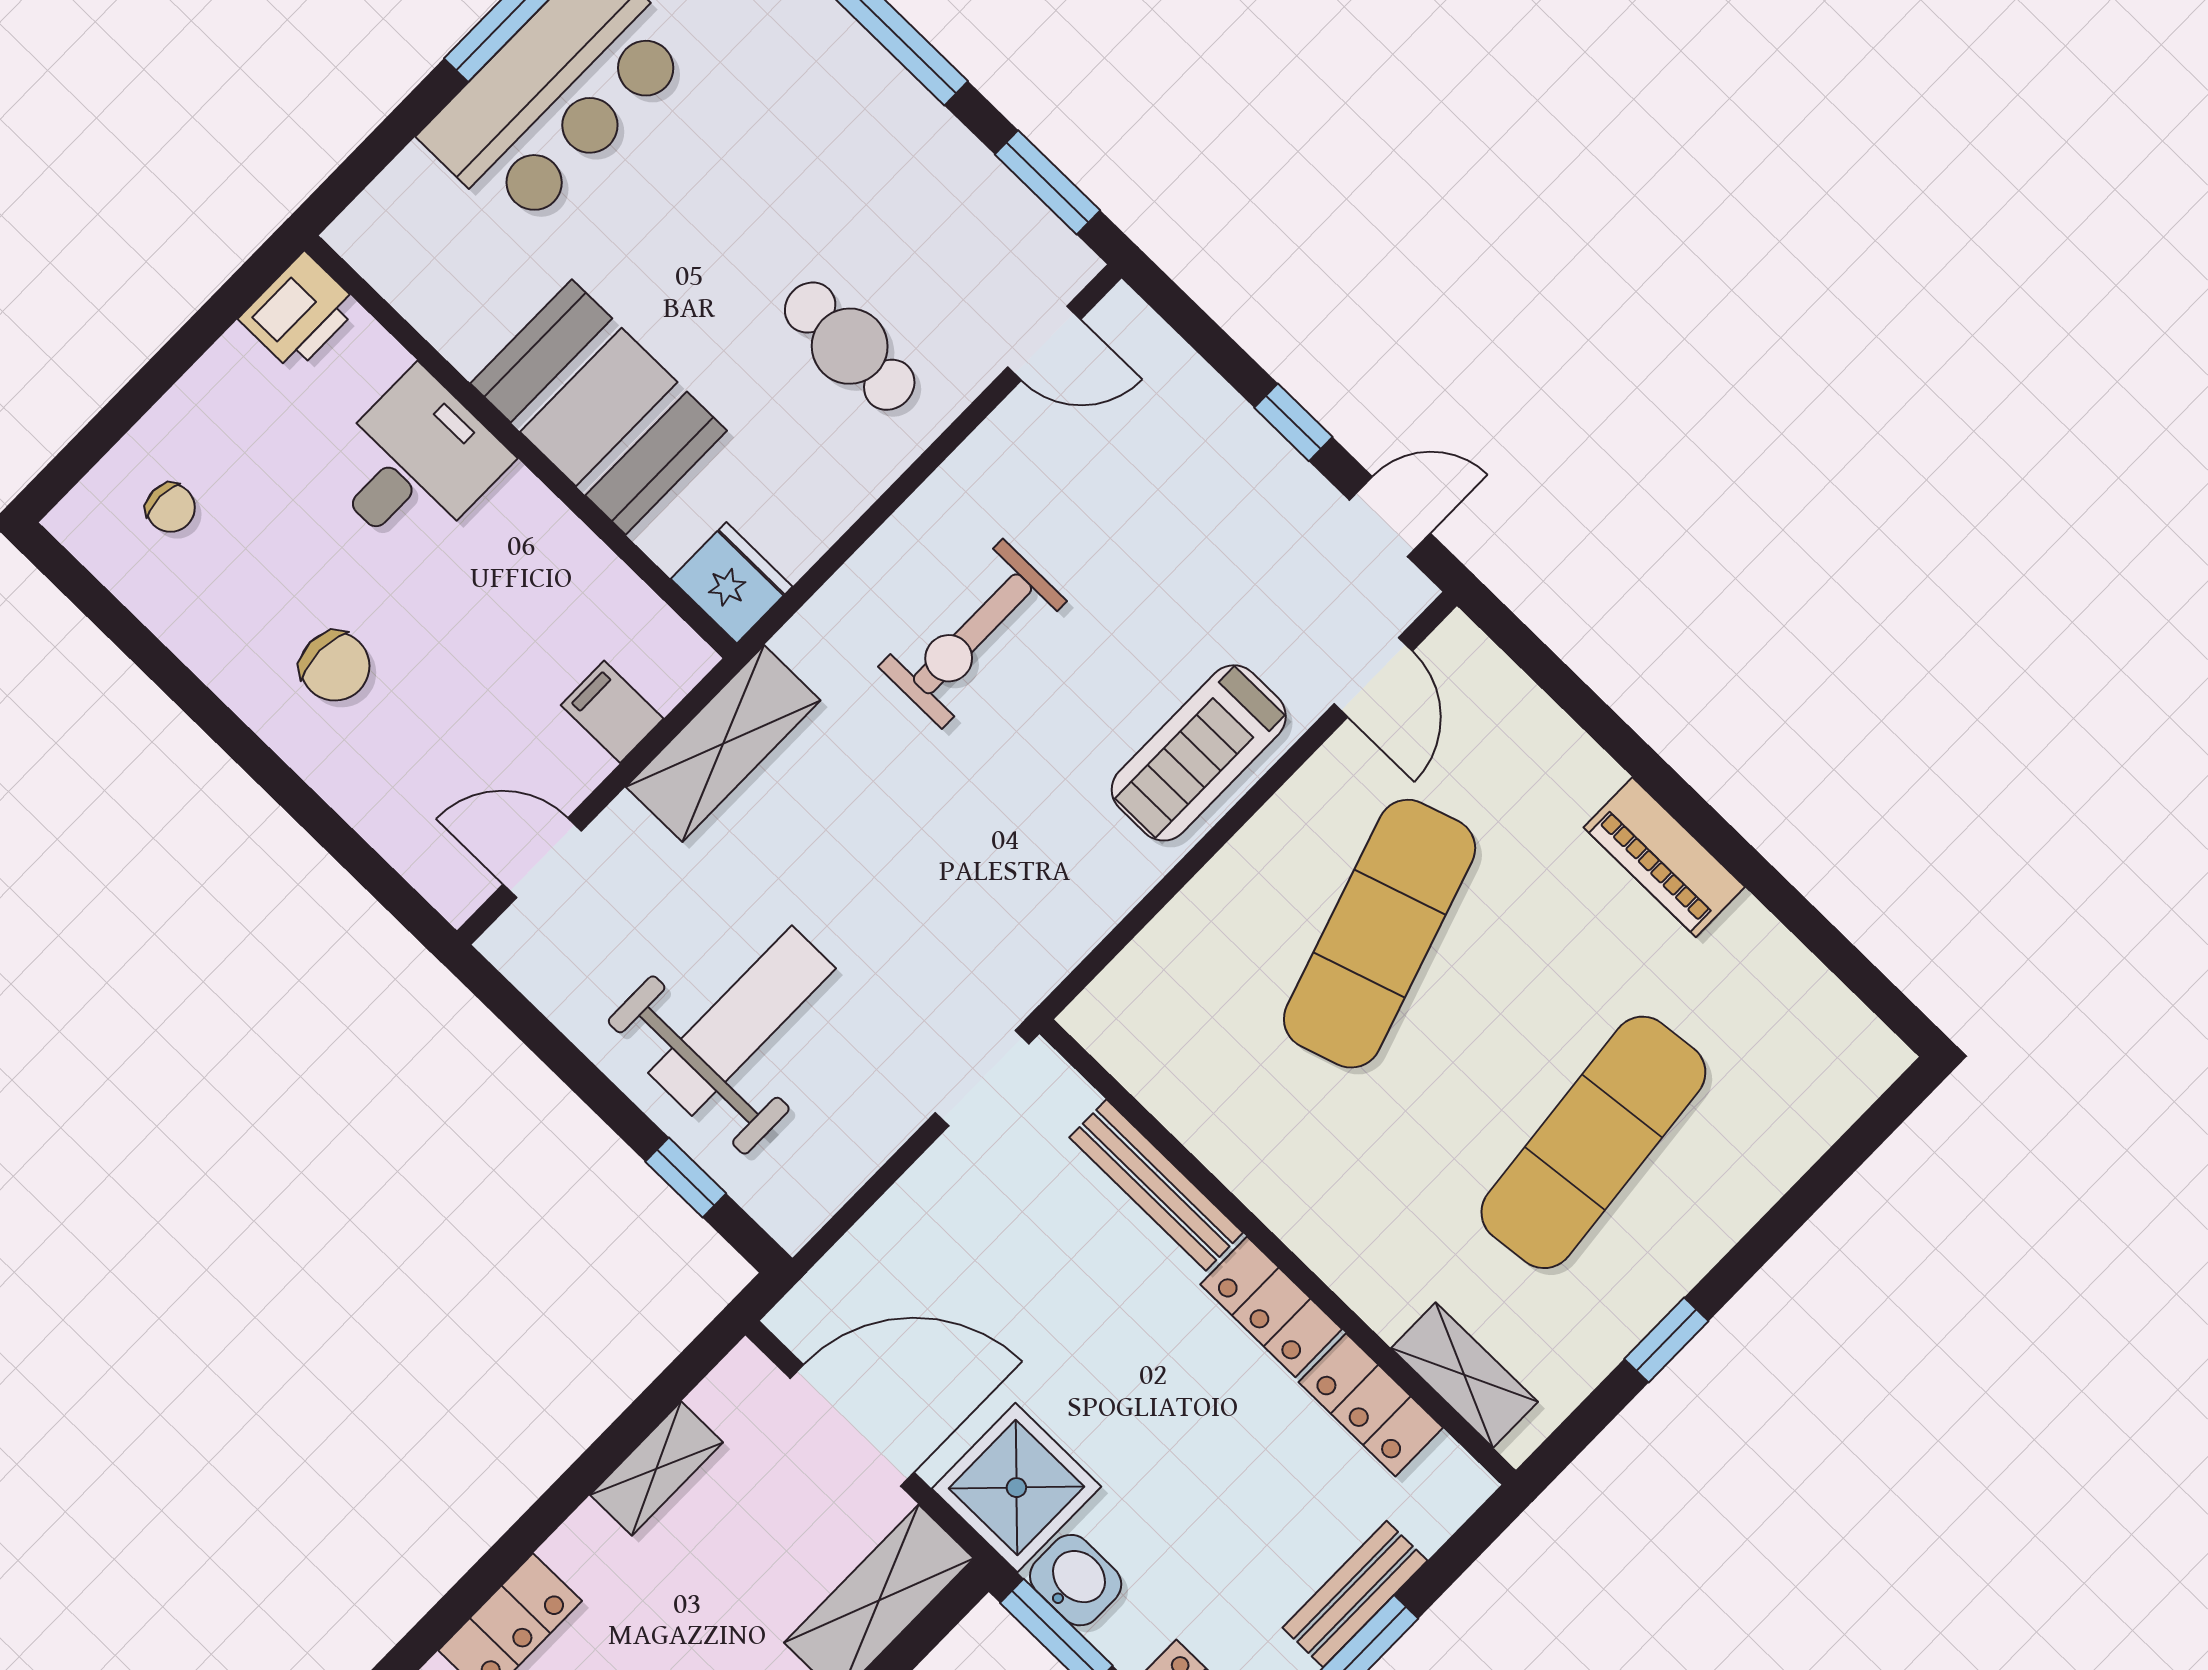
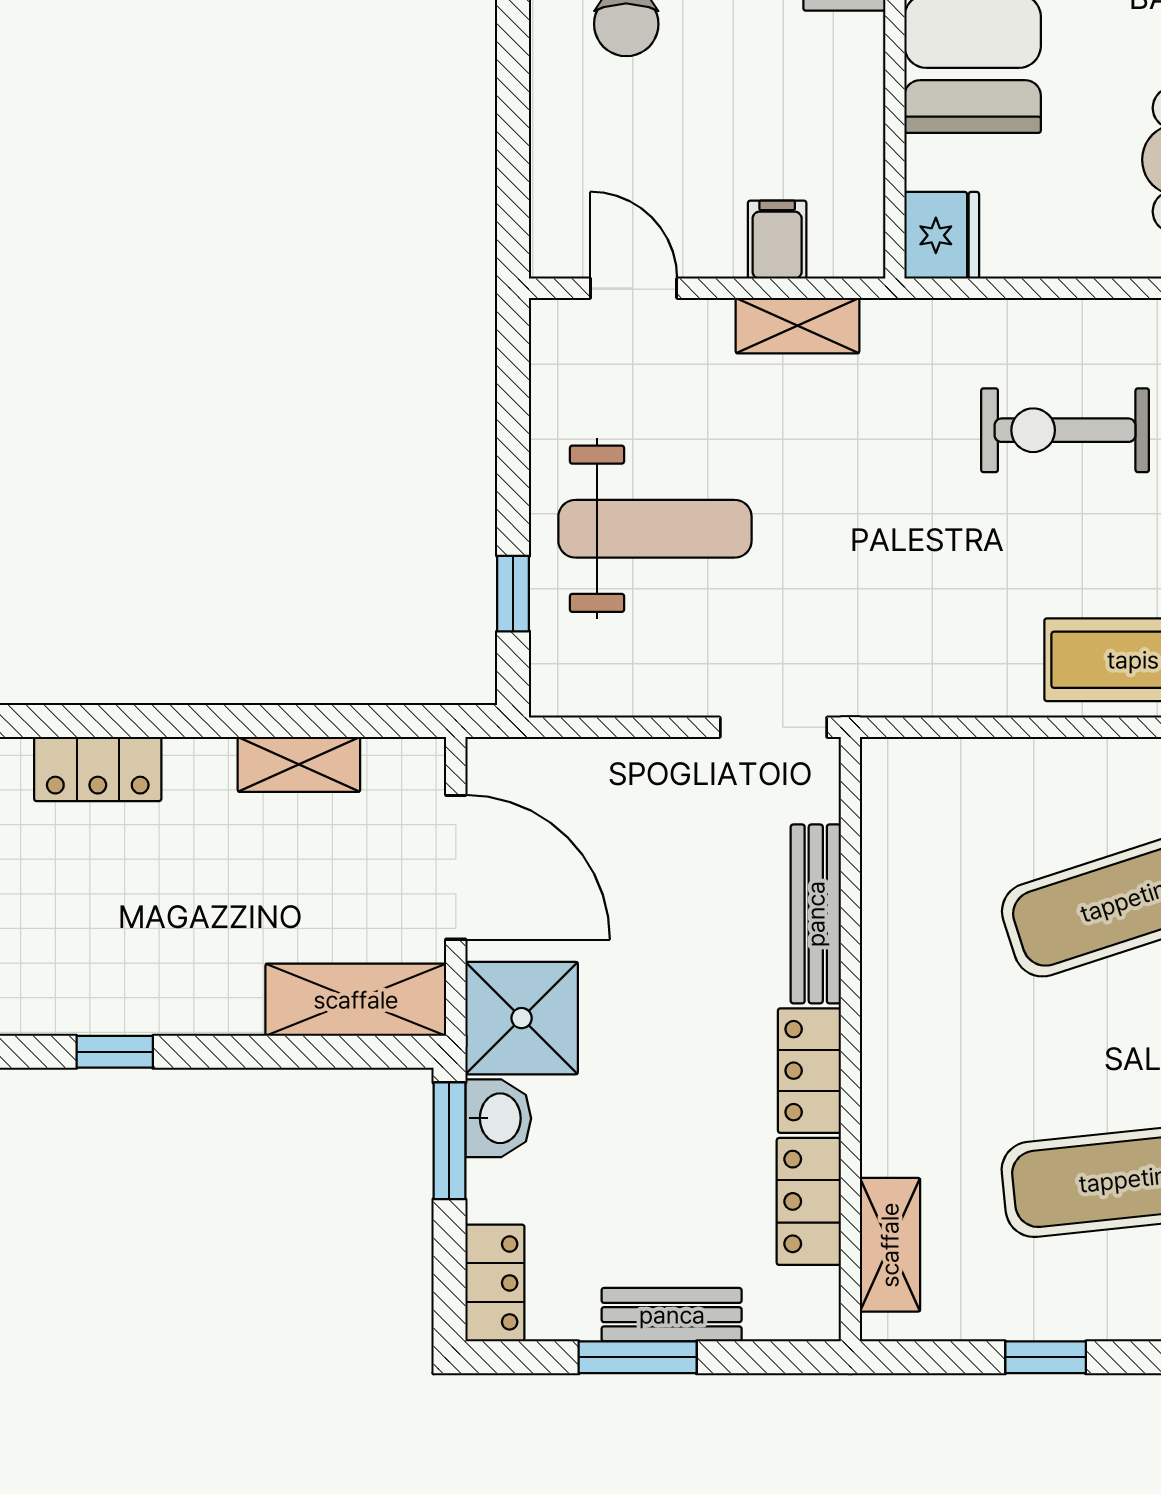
shelving: (723, 744) -> (798, 326), width x0.67, depth x0.75

